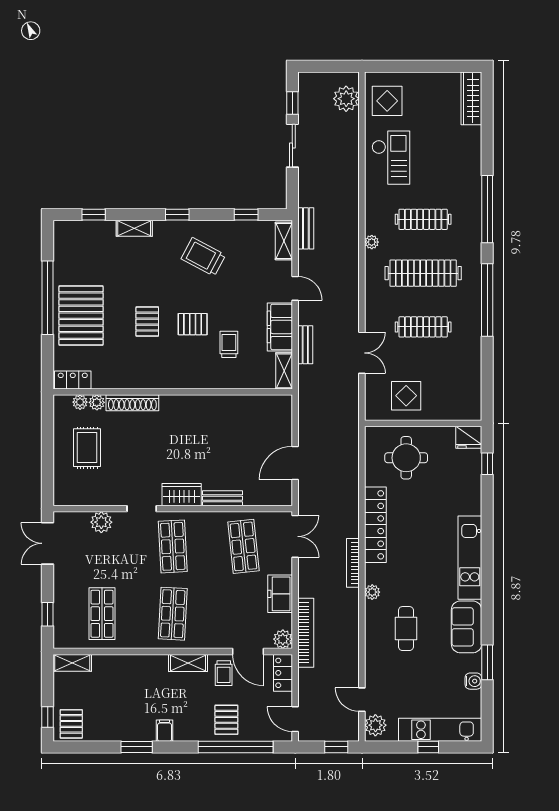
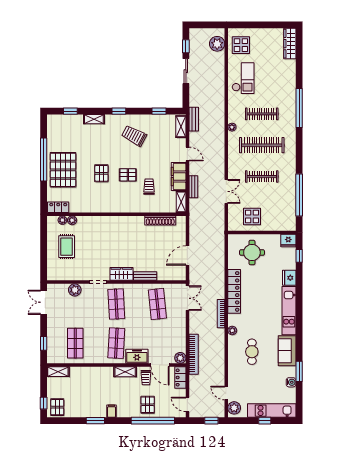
window: (487, 300) -> (299, 195), moved
shoe rack: (132, 403) -> (160, 220), moved
fridge: (470, 501) -> (289, 278), added
freezer: (280, 594) -> (137, 356), moved, turned 90

